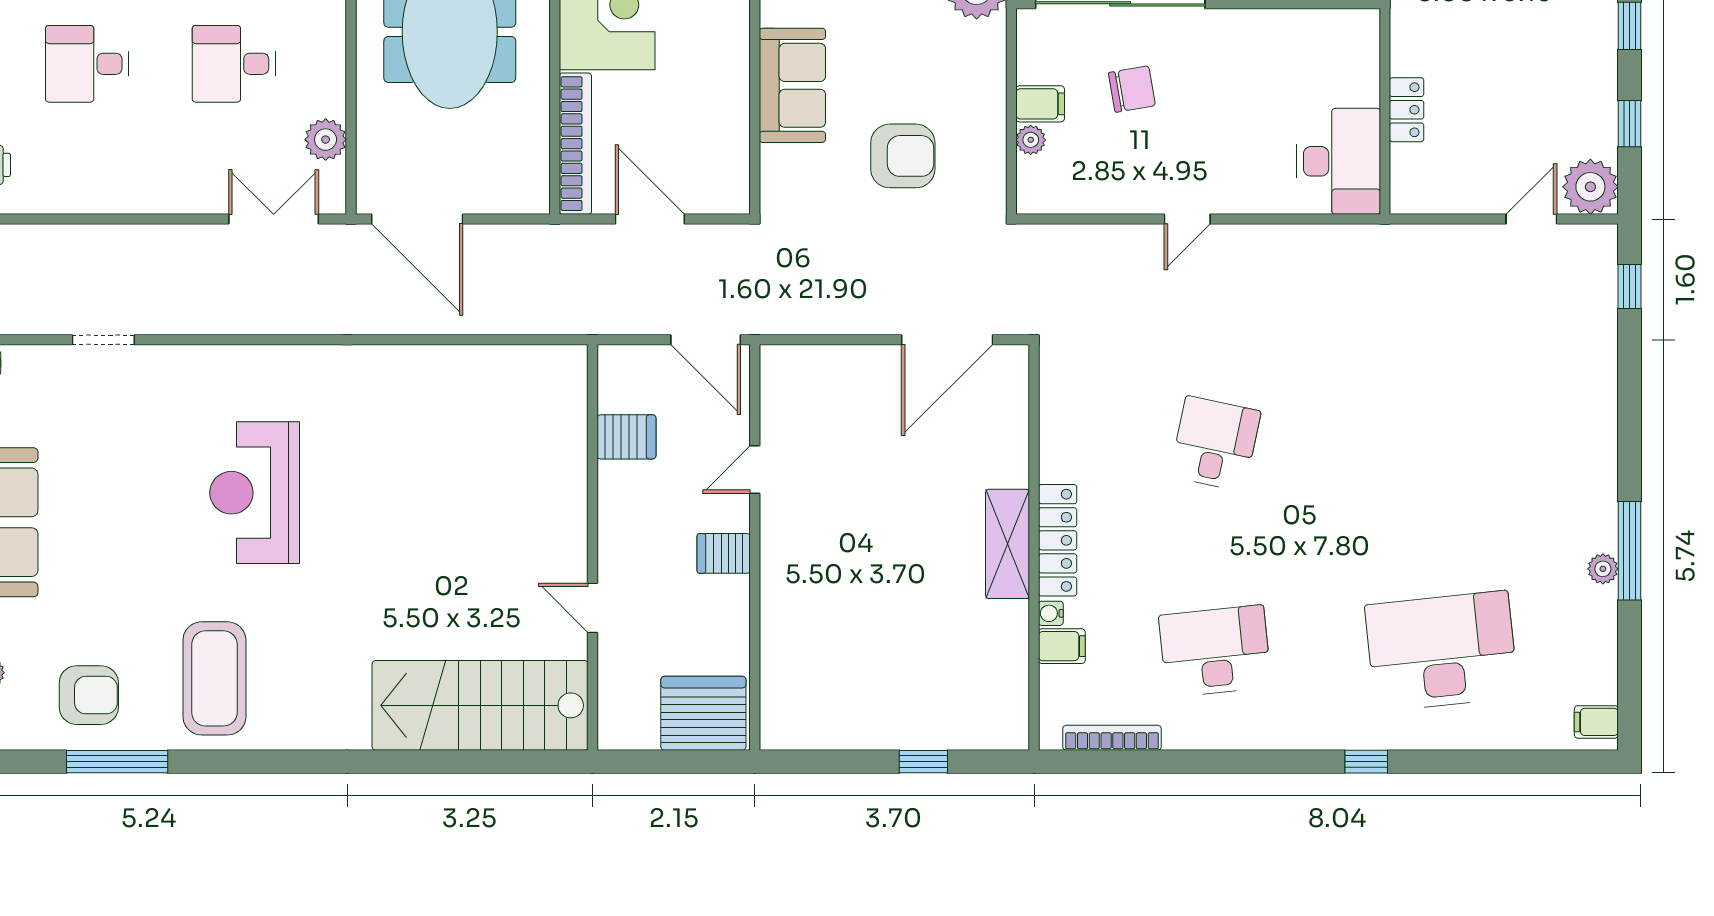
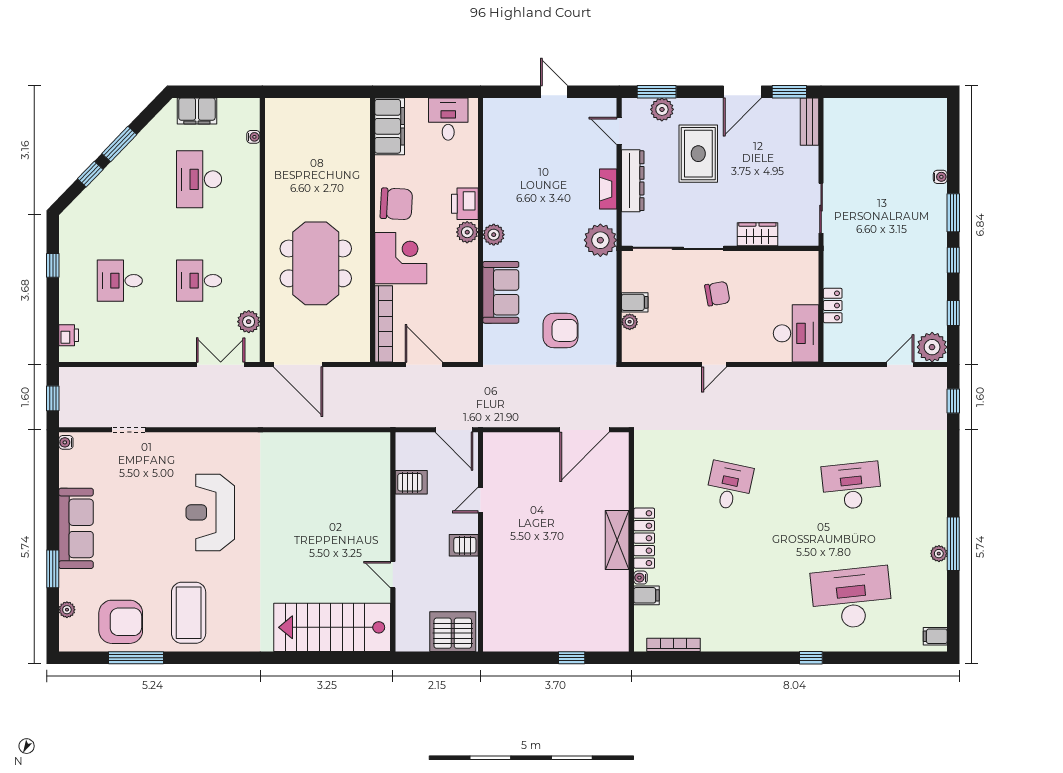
chair: (1132, 89) -> (717, 294), moved
desk: (1215, 651) -> (852, 486), moved
armchair: (89, 695) -> (121, 622), width x1.36, depth x1.36

